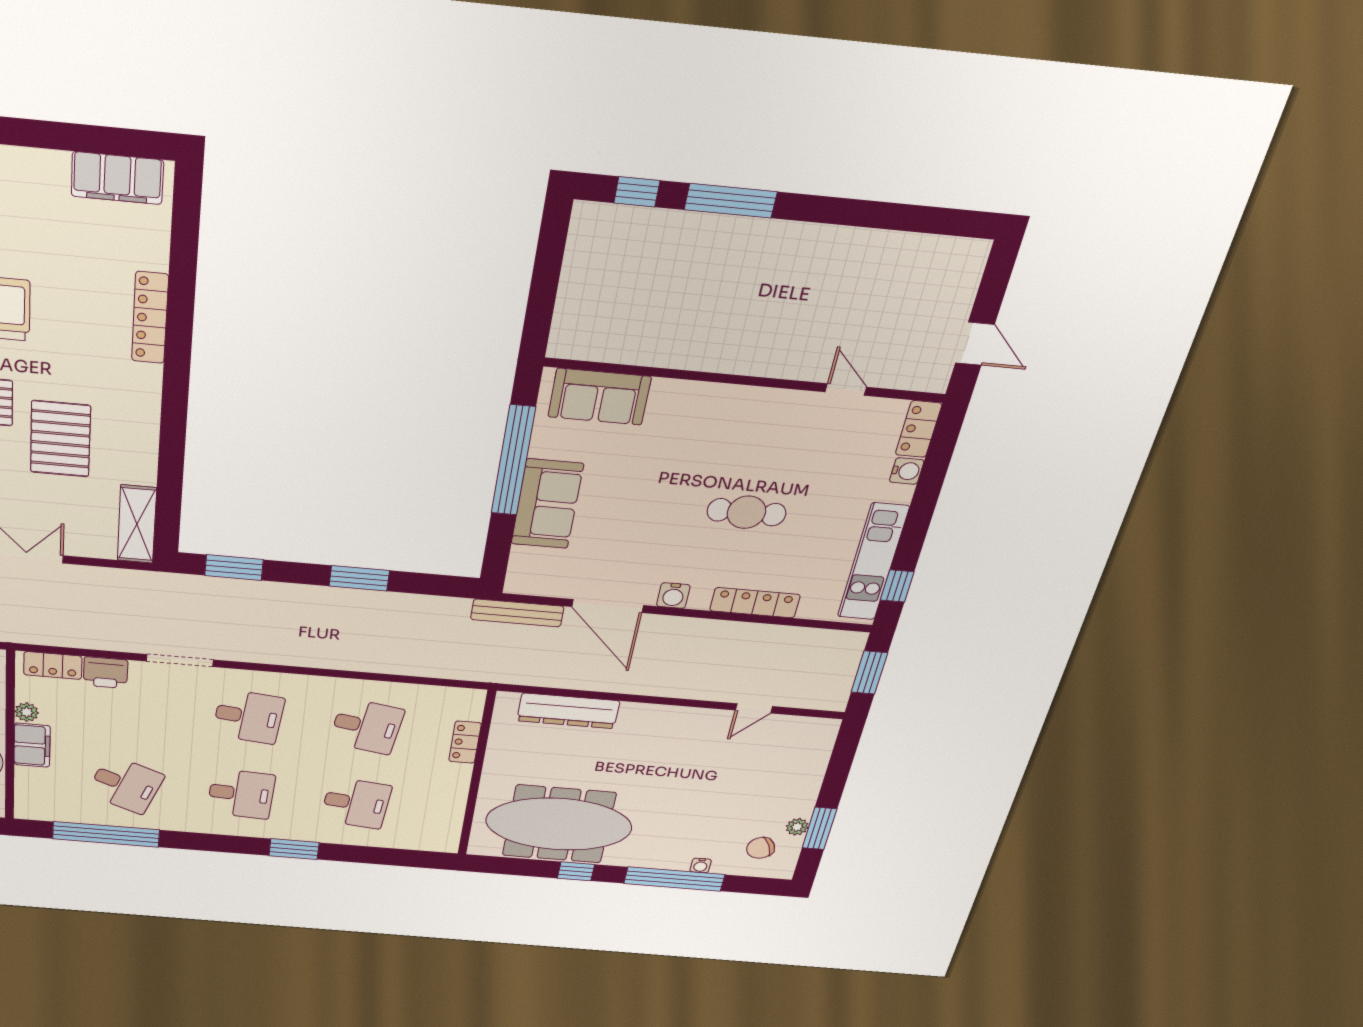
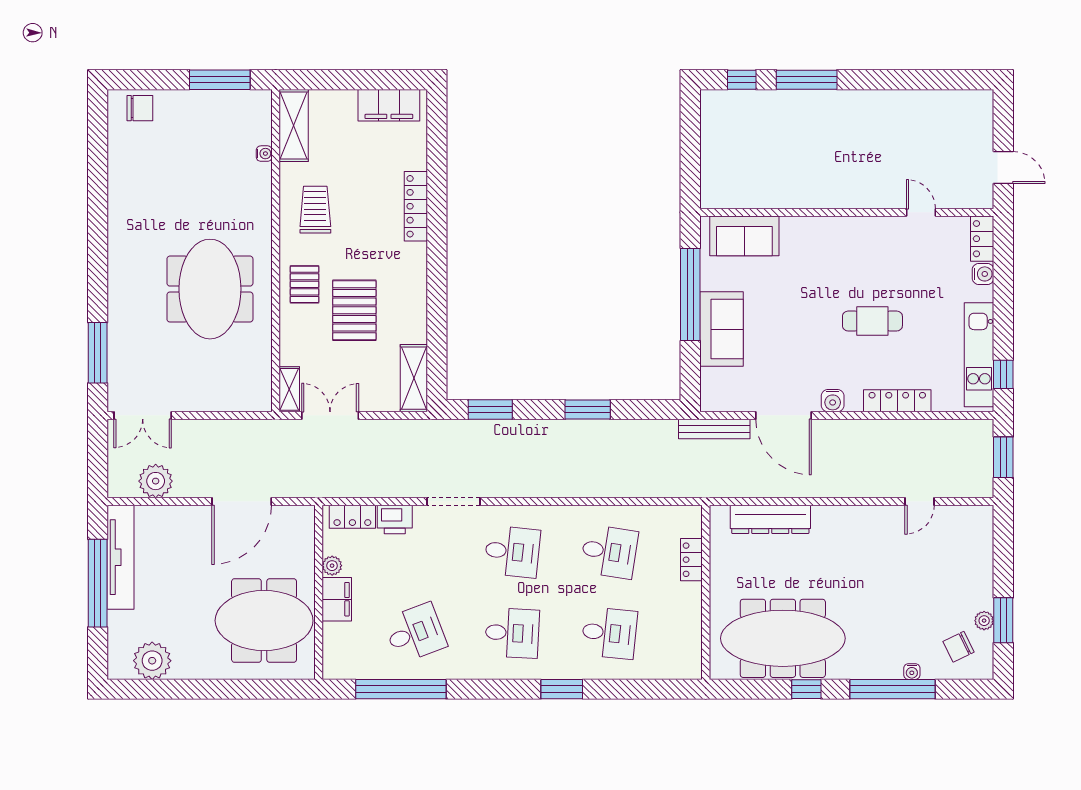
desk: (125, 785) -> (415, 633), turned -42

